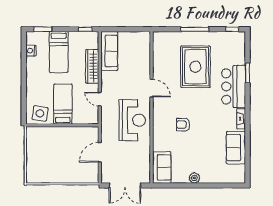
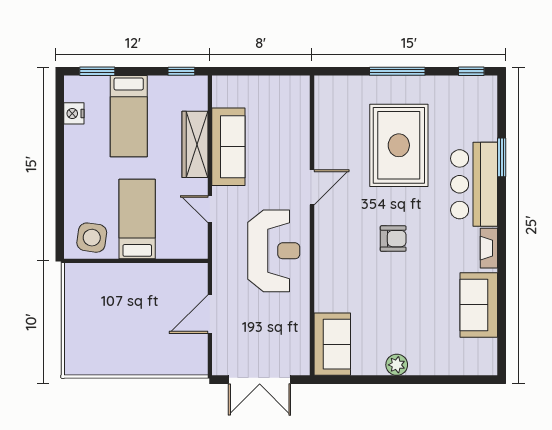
sofa: (109, 51) -> (228, 147), moved
door: (151, 88) -> (312, 187), hinge flipped
armchair: (183, 125) -> (393, 239), moved, turned 180

